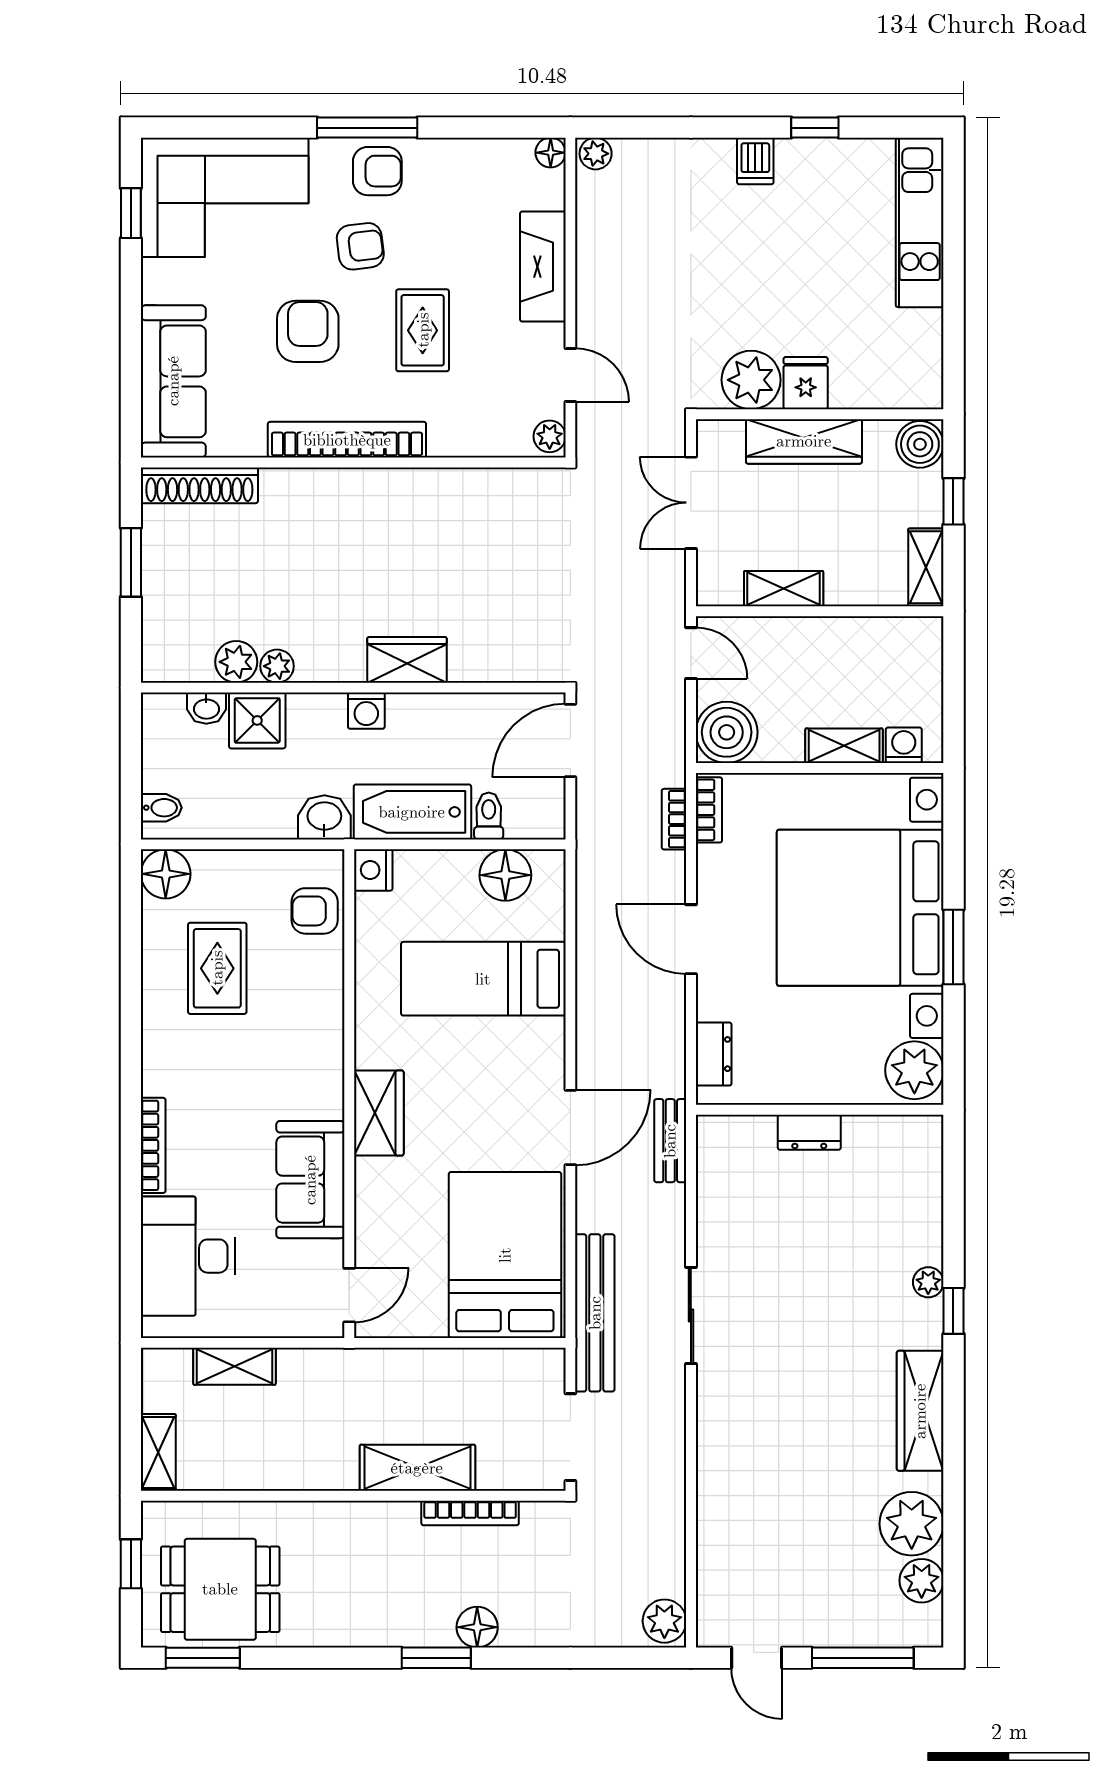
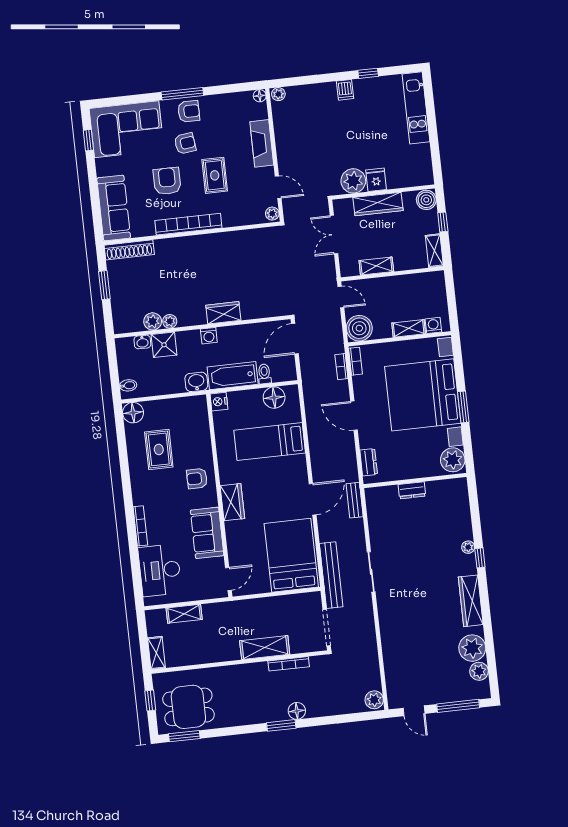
armchair: (315, 911) -> (197, 478), moved

